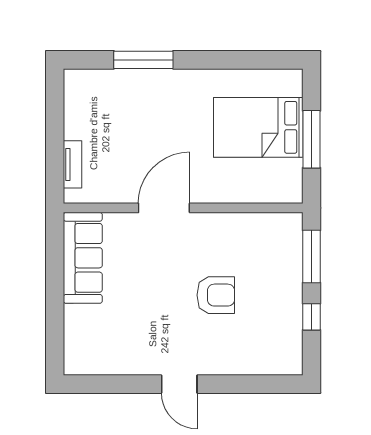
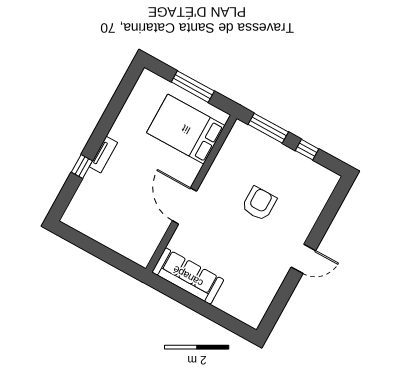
window: (143, 60) -> (82, 167), width x0.46
bed: (258, 127) -> (186, 129), moved, turned 90
tv unit: (73, 164) -> (103, 155), moved, turned 90

